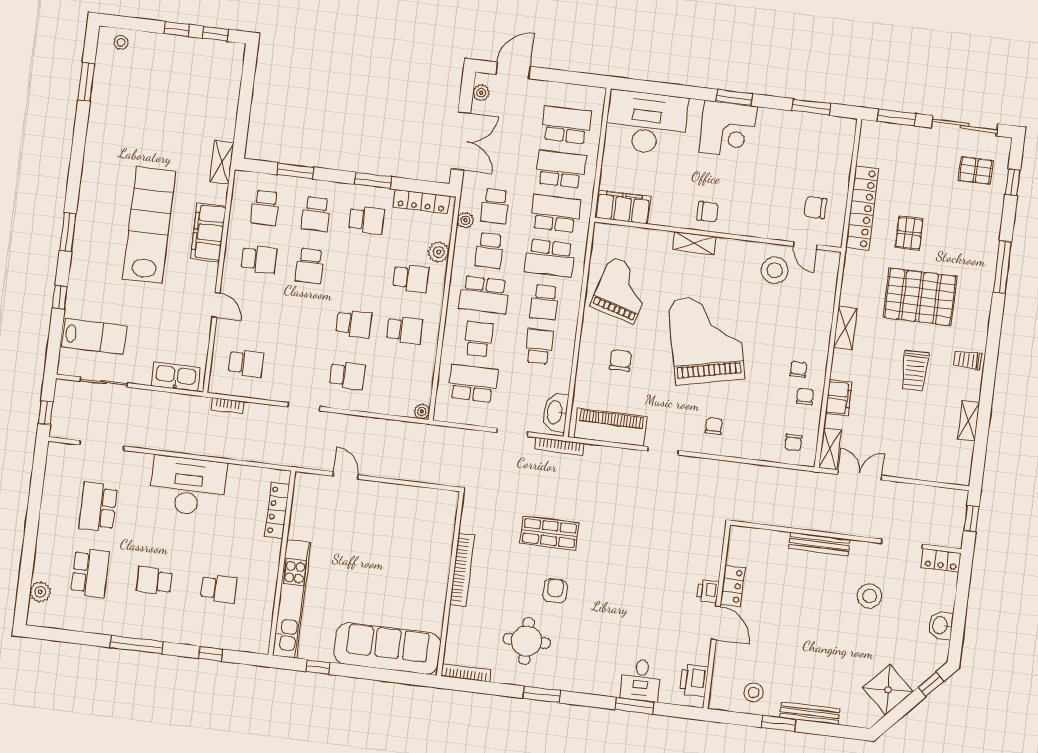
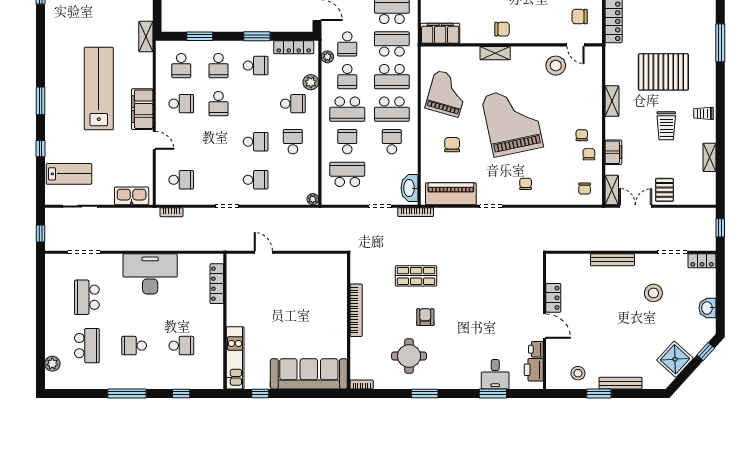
filing cabinet: (208, 232) -> (142, 109), moved
pallet: (909, 233) -> (664, 190), moved
school desk: (544, 302) -> (392, 109), width x1.85
school desk: (404, 330) -> (293, 142), turned -90
printer: (708, 591) -> (536, 349), moved
kitchen unit: (292, 599) -> (235, 358), width x0.73
bookcase: (466, 673) -> (362, 385), width x0.64

